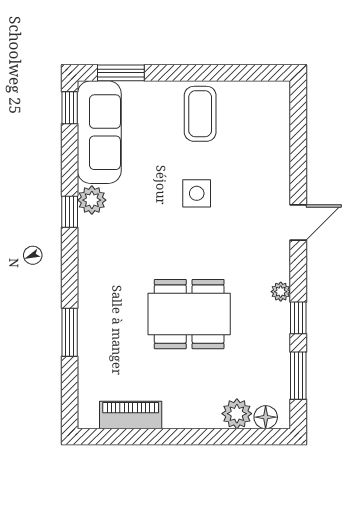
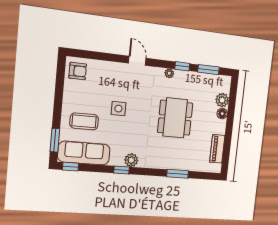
armchair: (263, 105) -> (78, 71), added
coffee table: (200, 114) -> (84, 121), moved
plant: (92, 200) -> (131, 160), moved
floor lamp: (266, 417) -> (222, 114), moved

